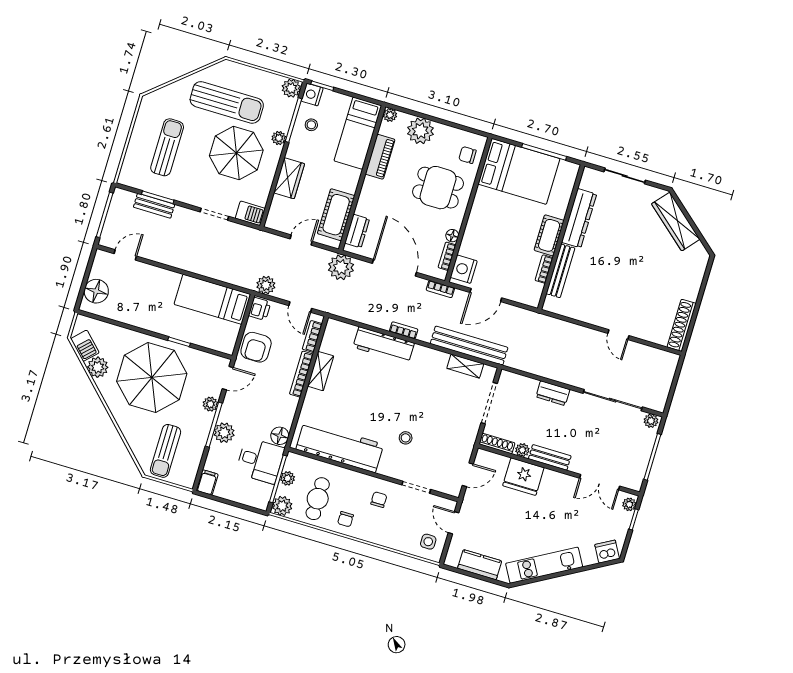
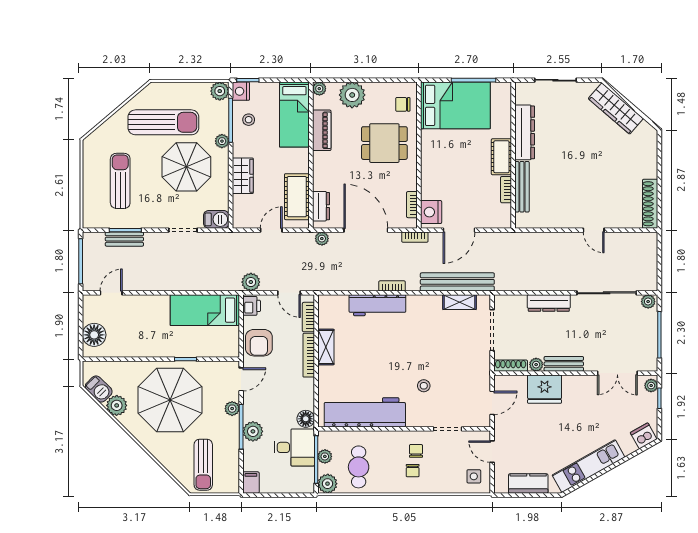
floor lamp: (452, 236) -> (411, 184), removed
plant: (341, 267) -> (322, 239), width x0.53, depth x0.53
dresser: (553, 393) -> (549, 303), width x1.44
chair: (345, 519) -> (413, 471), moved

